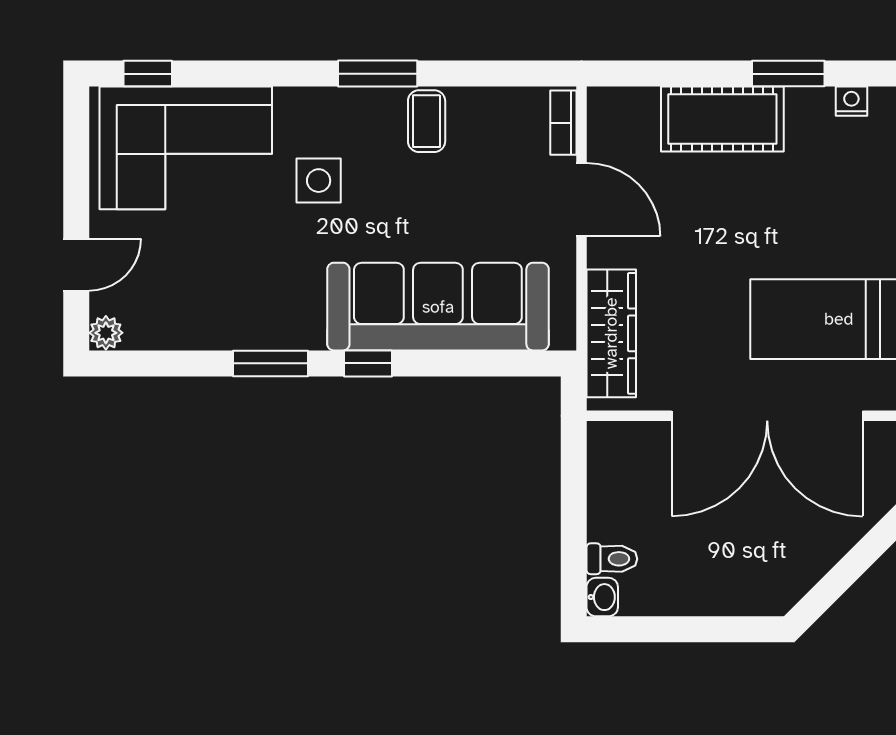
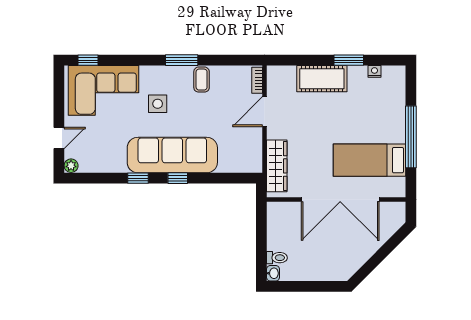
door: (581, 200) -> (265, 112), swing flipped
sofa: (438, 307) -> (172, 155), moved
window: (270, 363) -> (138, 178), width x0.67

